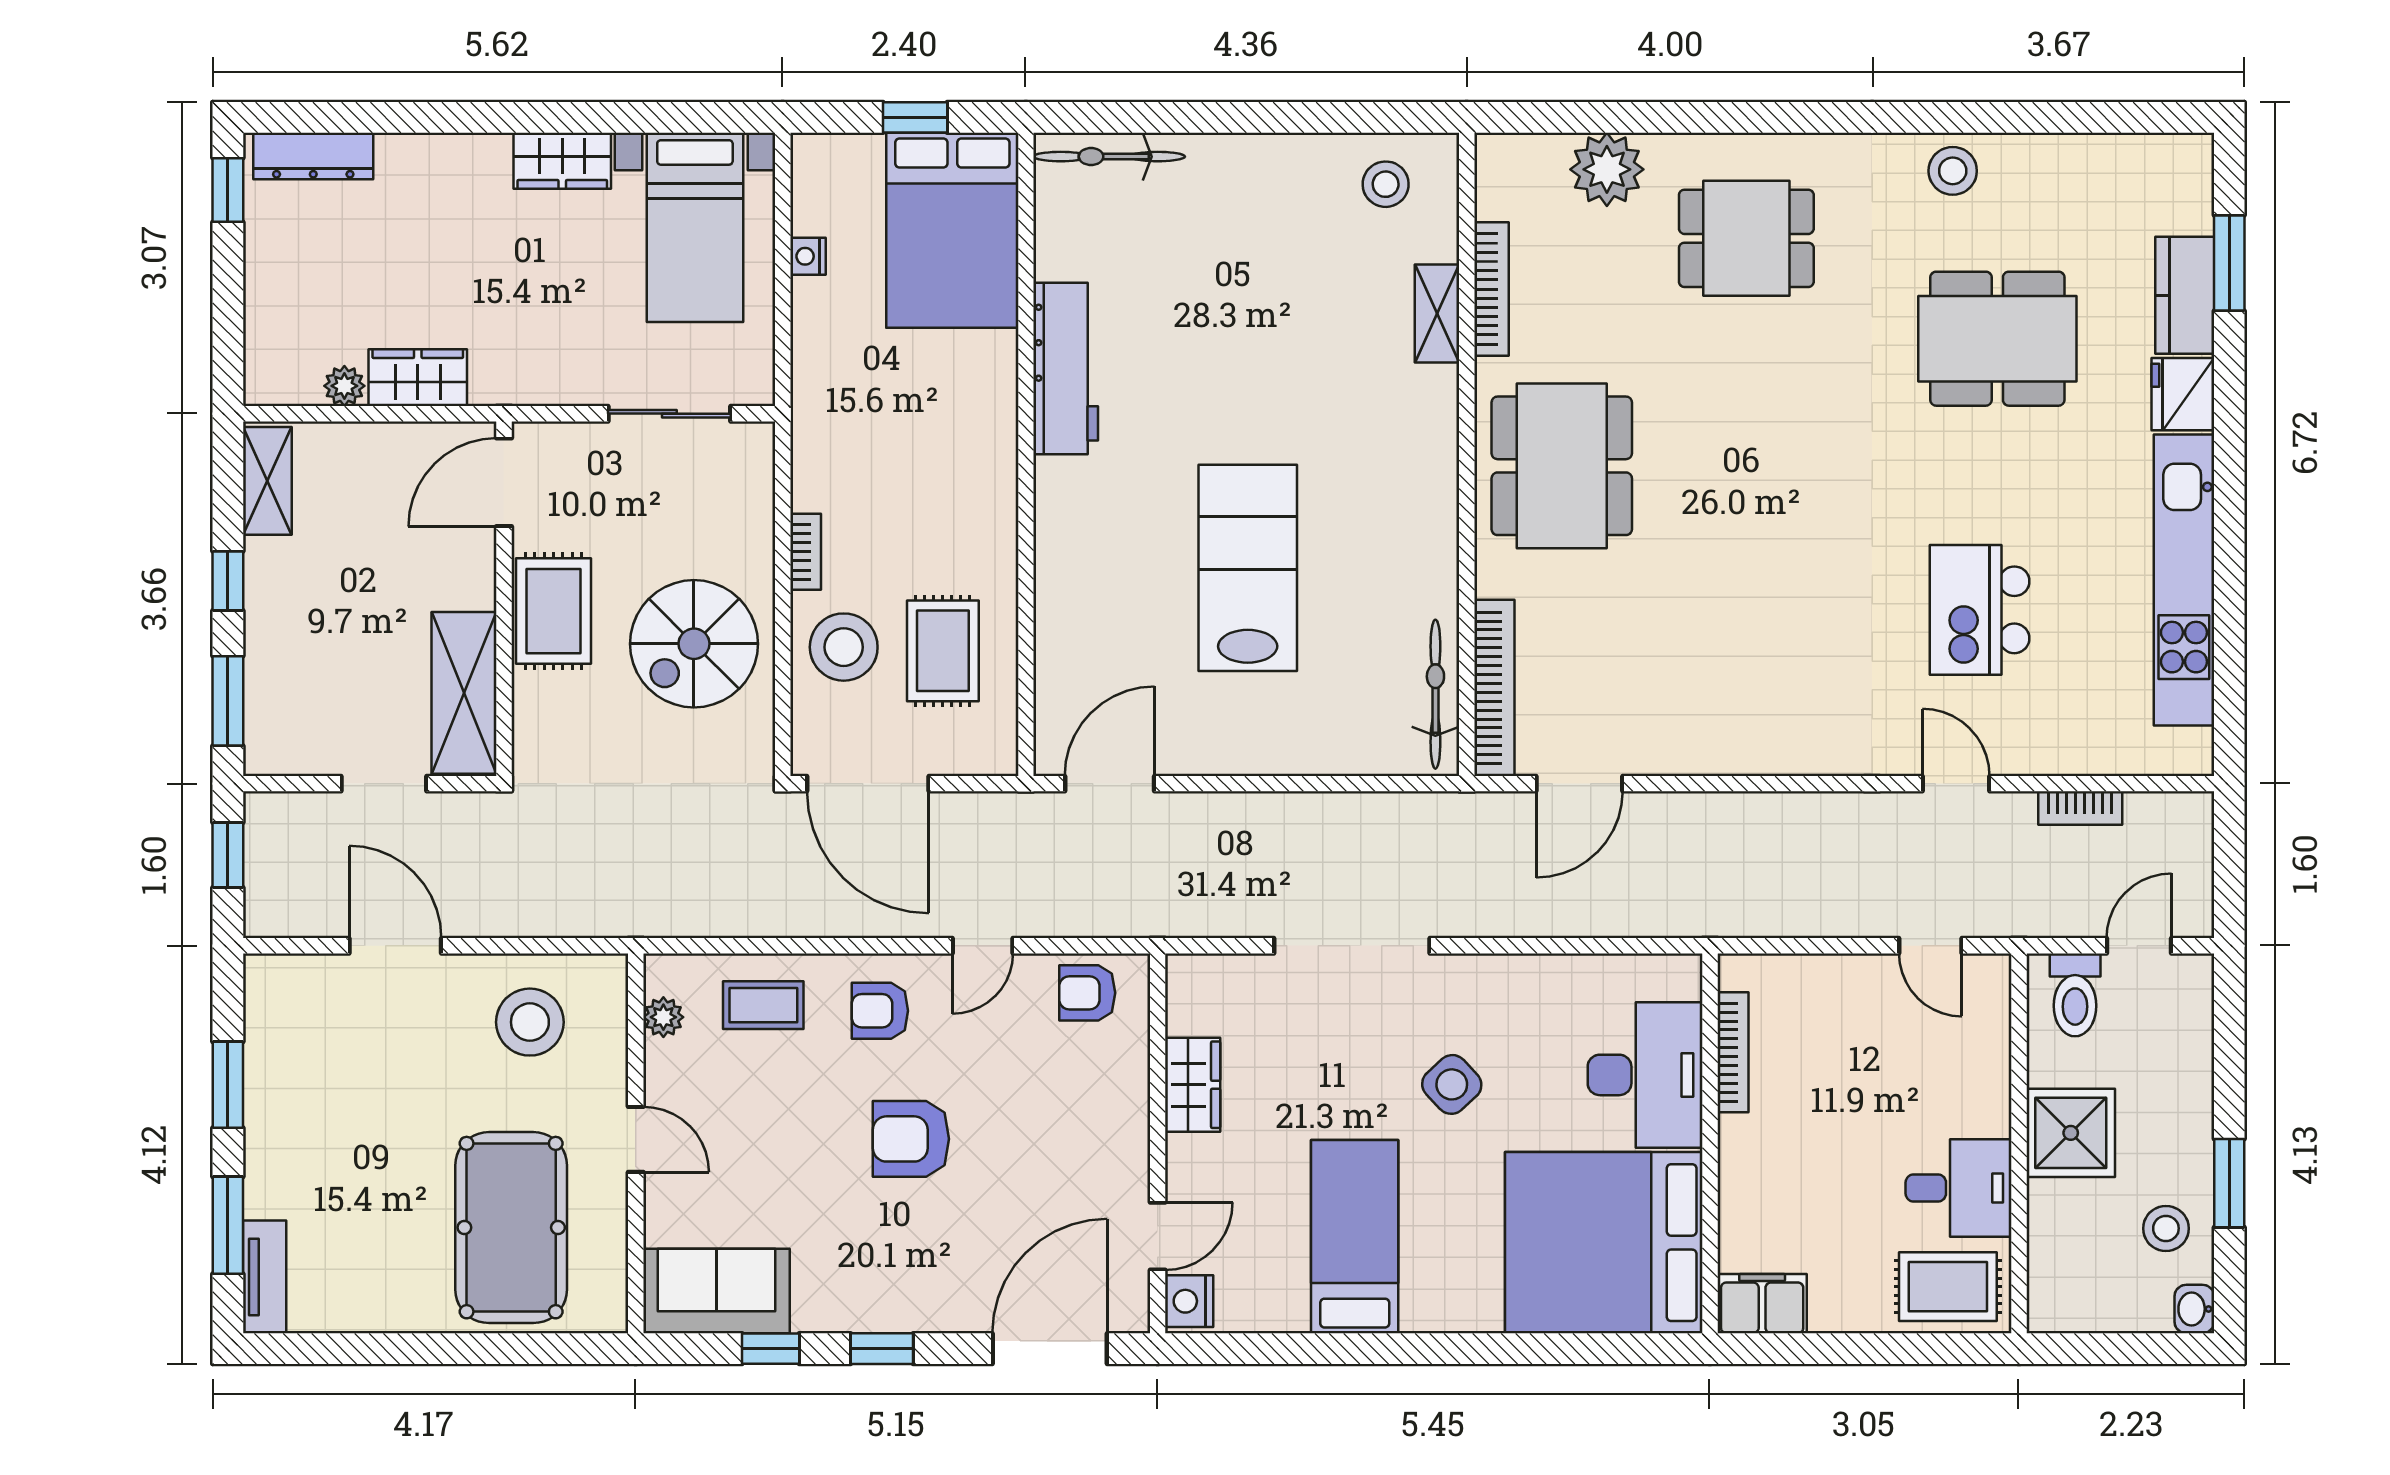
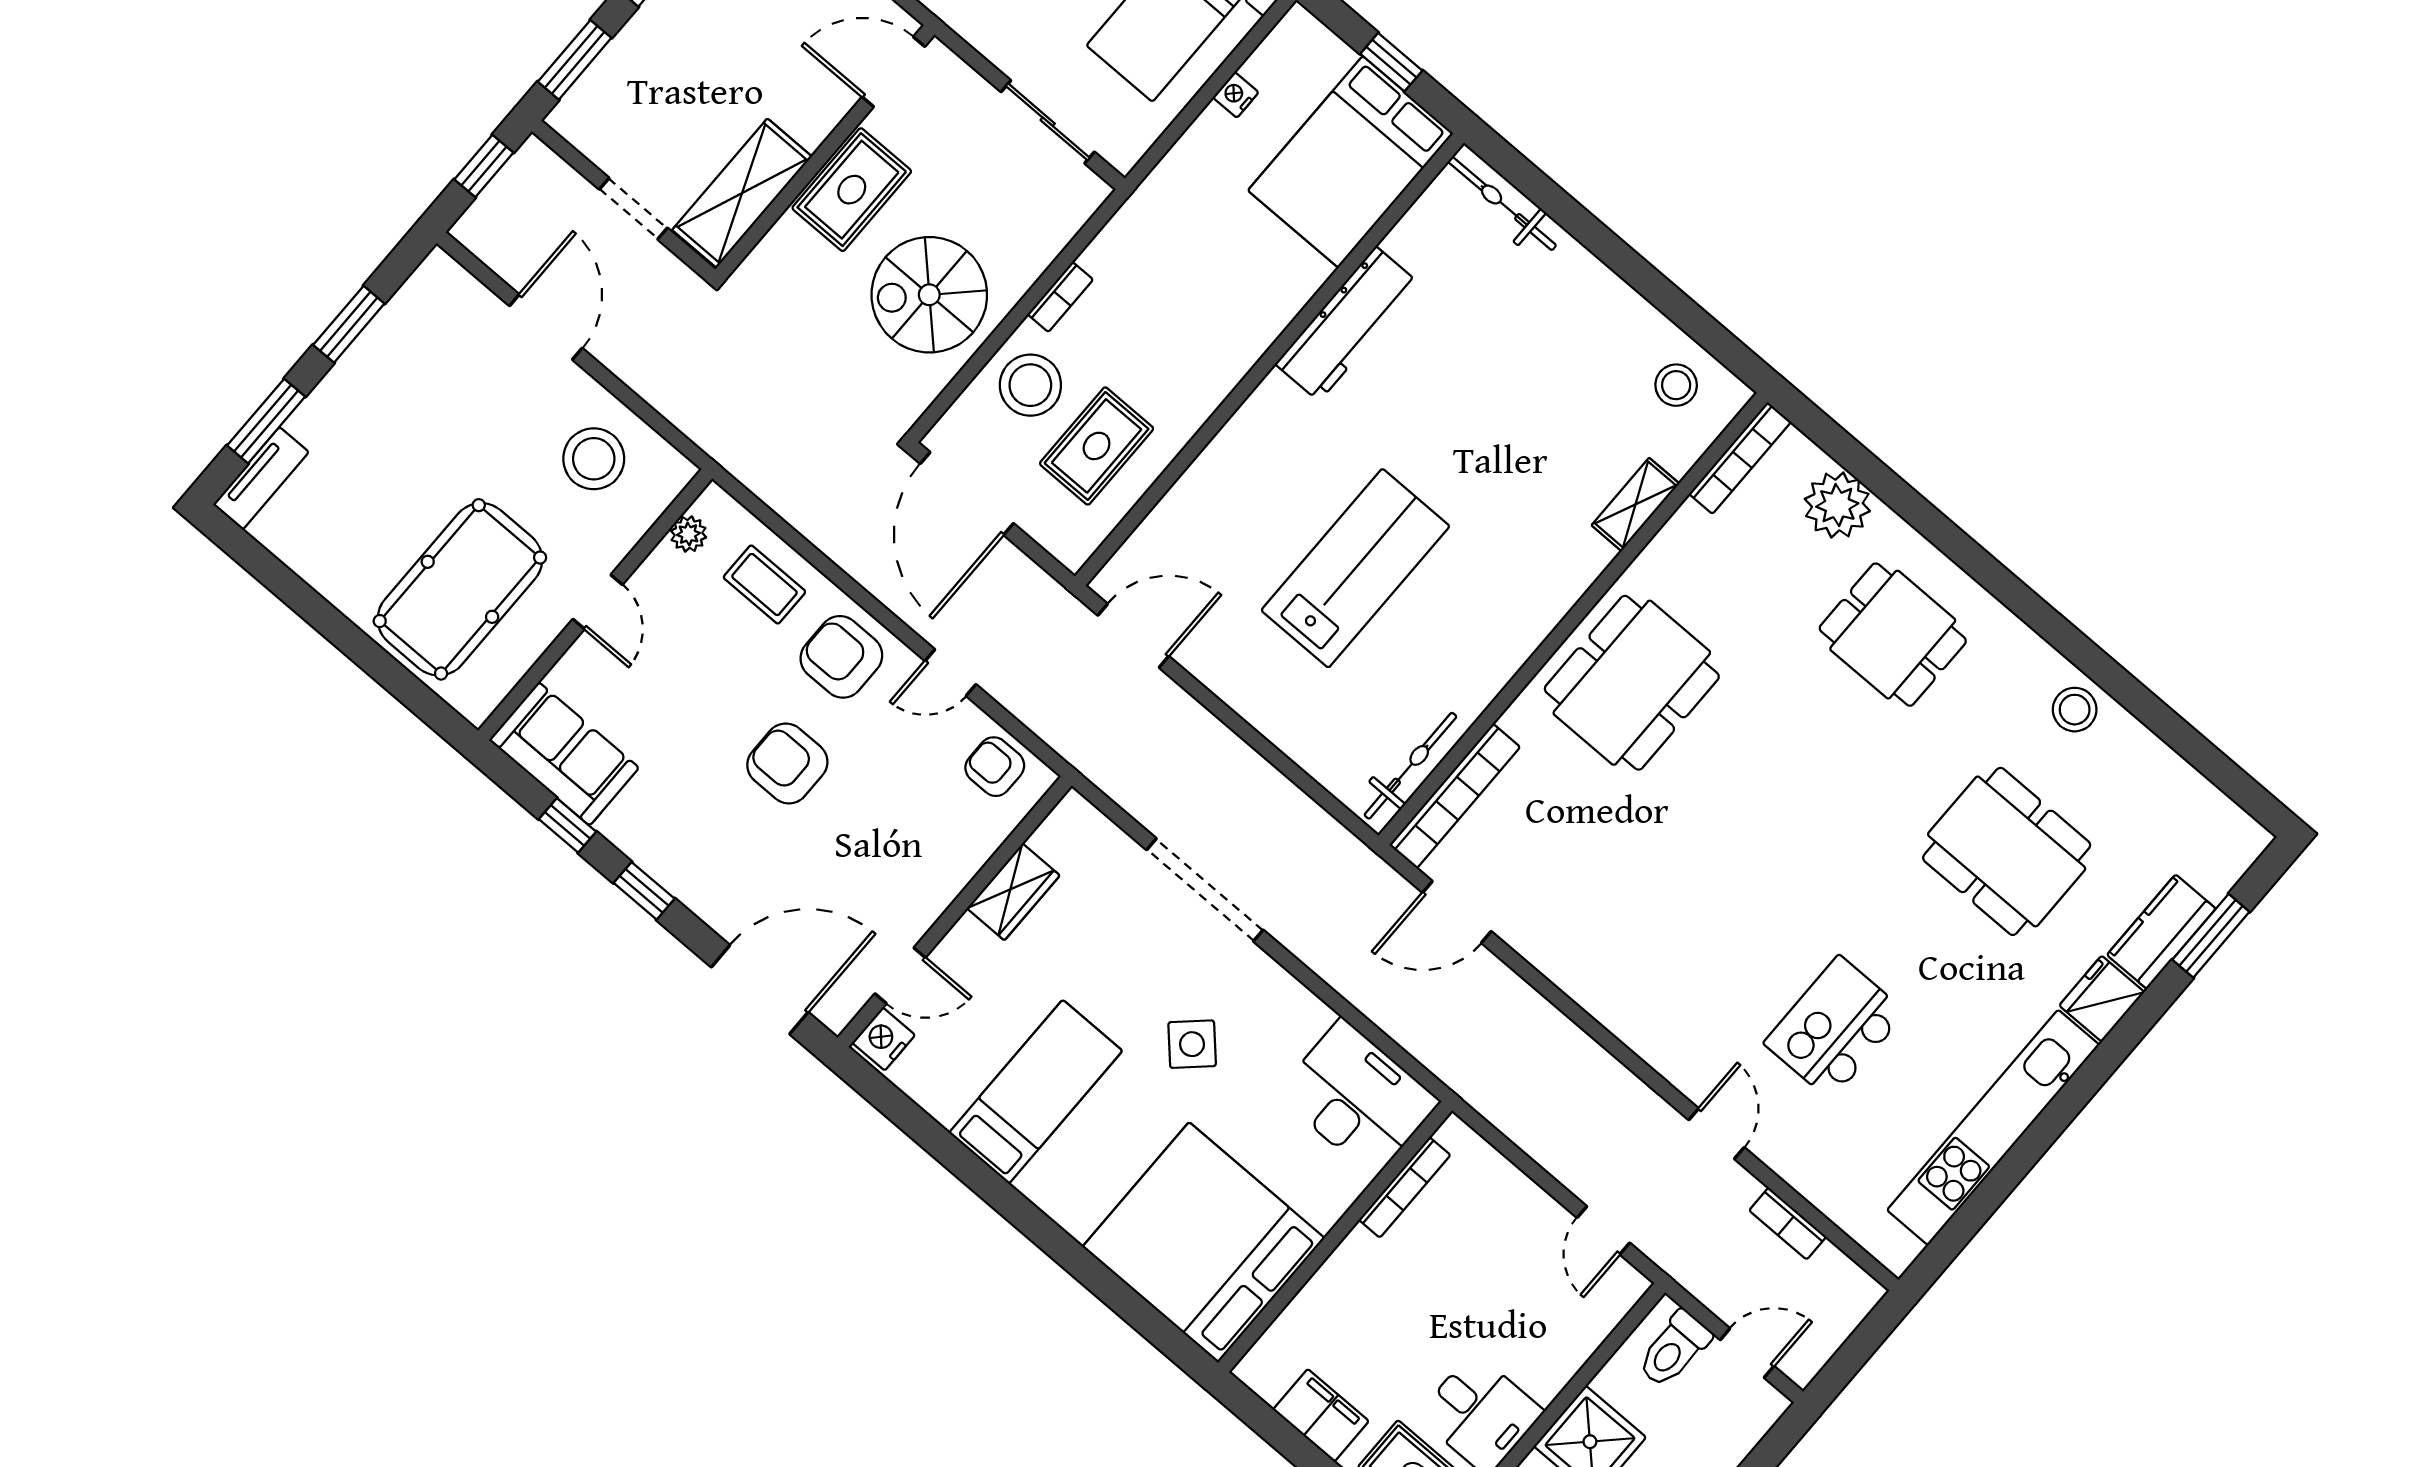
bookcase: (1491, 289) -> (1740, 458), moved
armchair: (880, 1011) -> (841, 657), width x1.38, depth x1.38
desk: (1645, 1075) -> (1358, 1098), moved, turned -90
filing cabinet: (1762, 1304) -> (1321, 1415), moved

